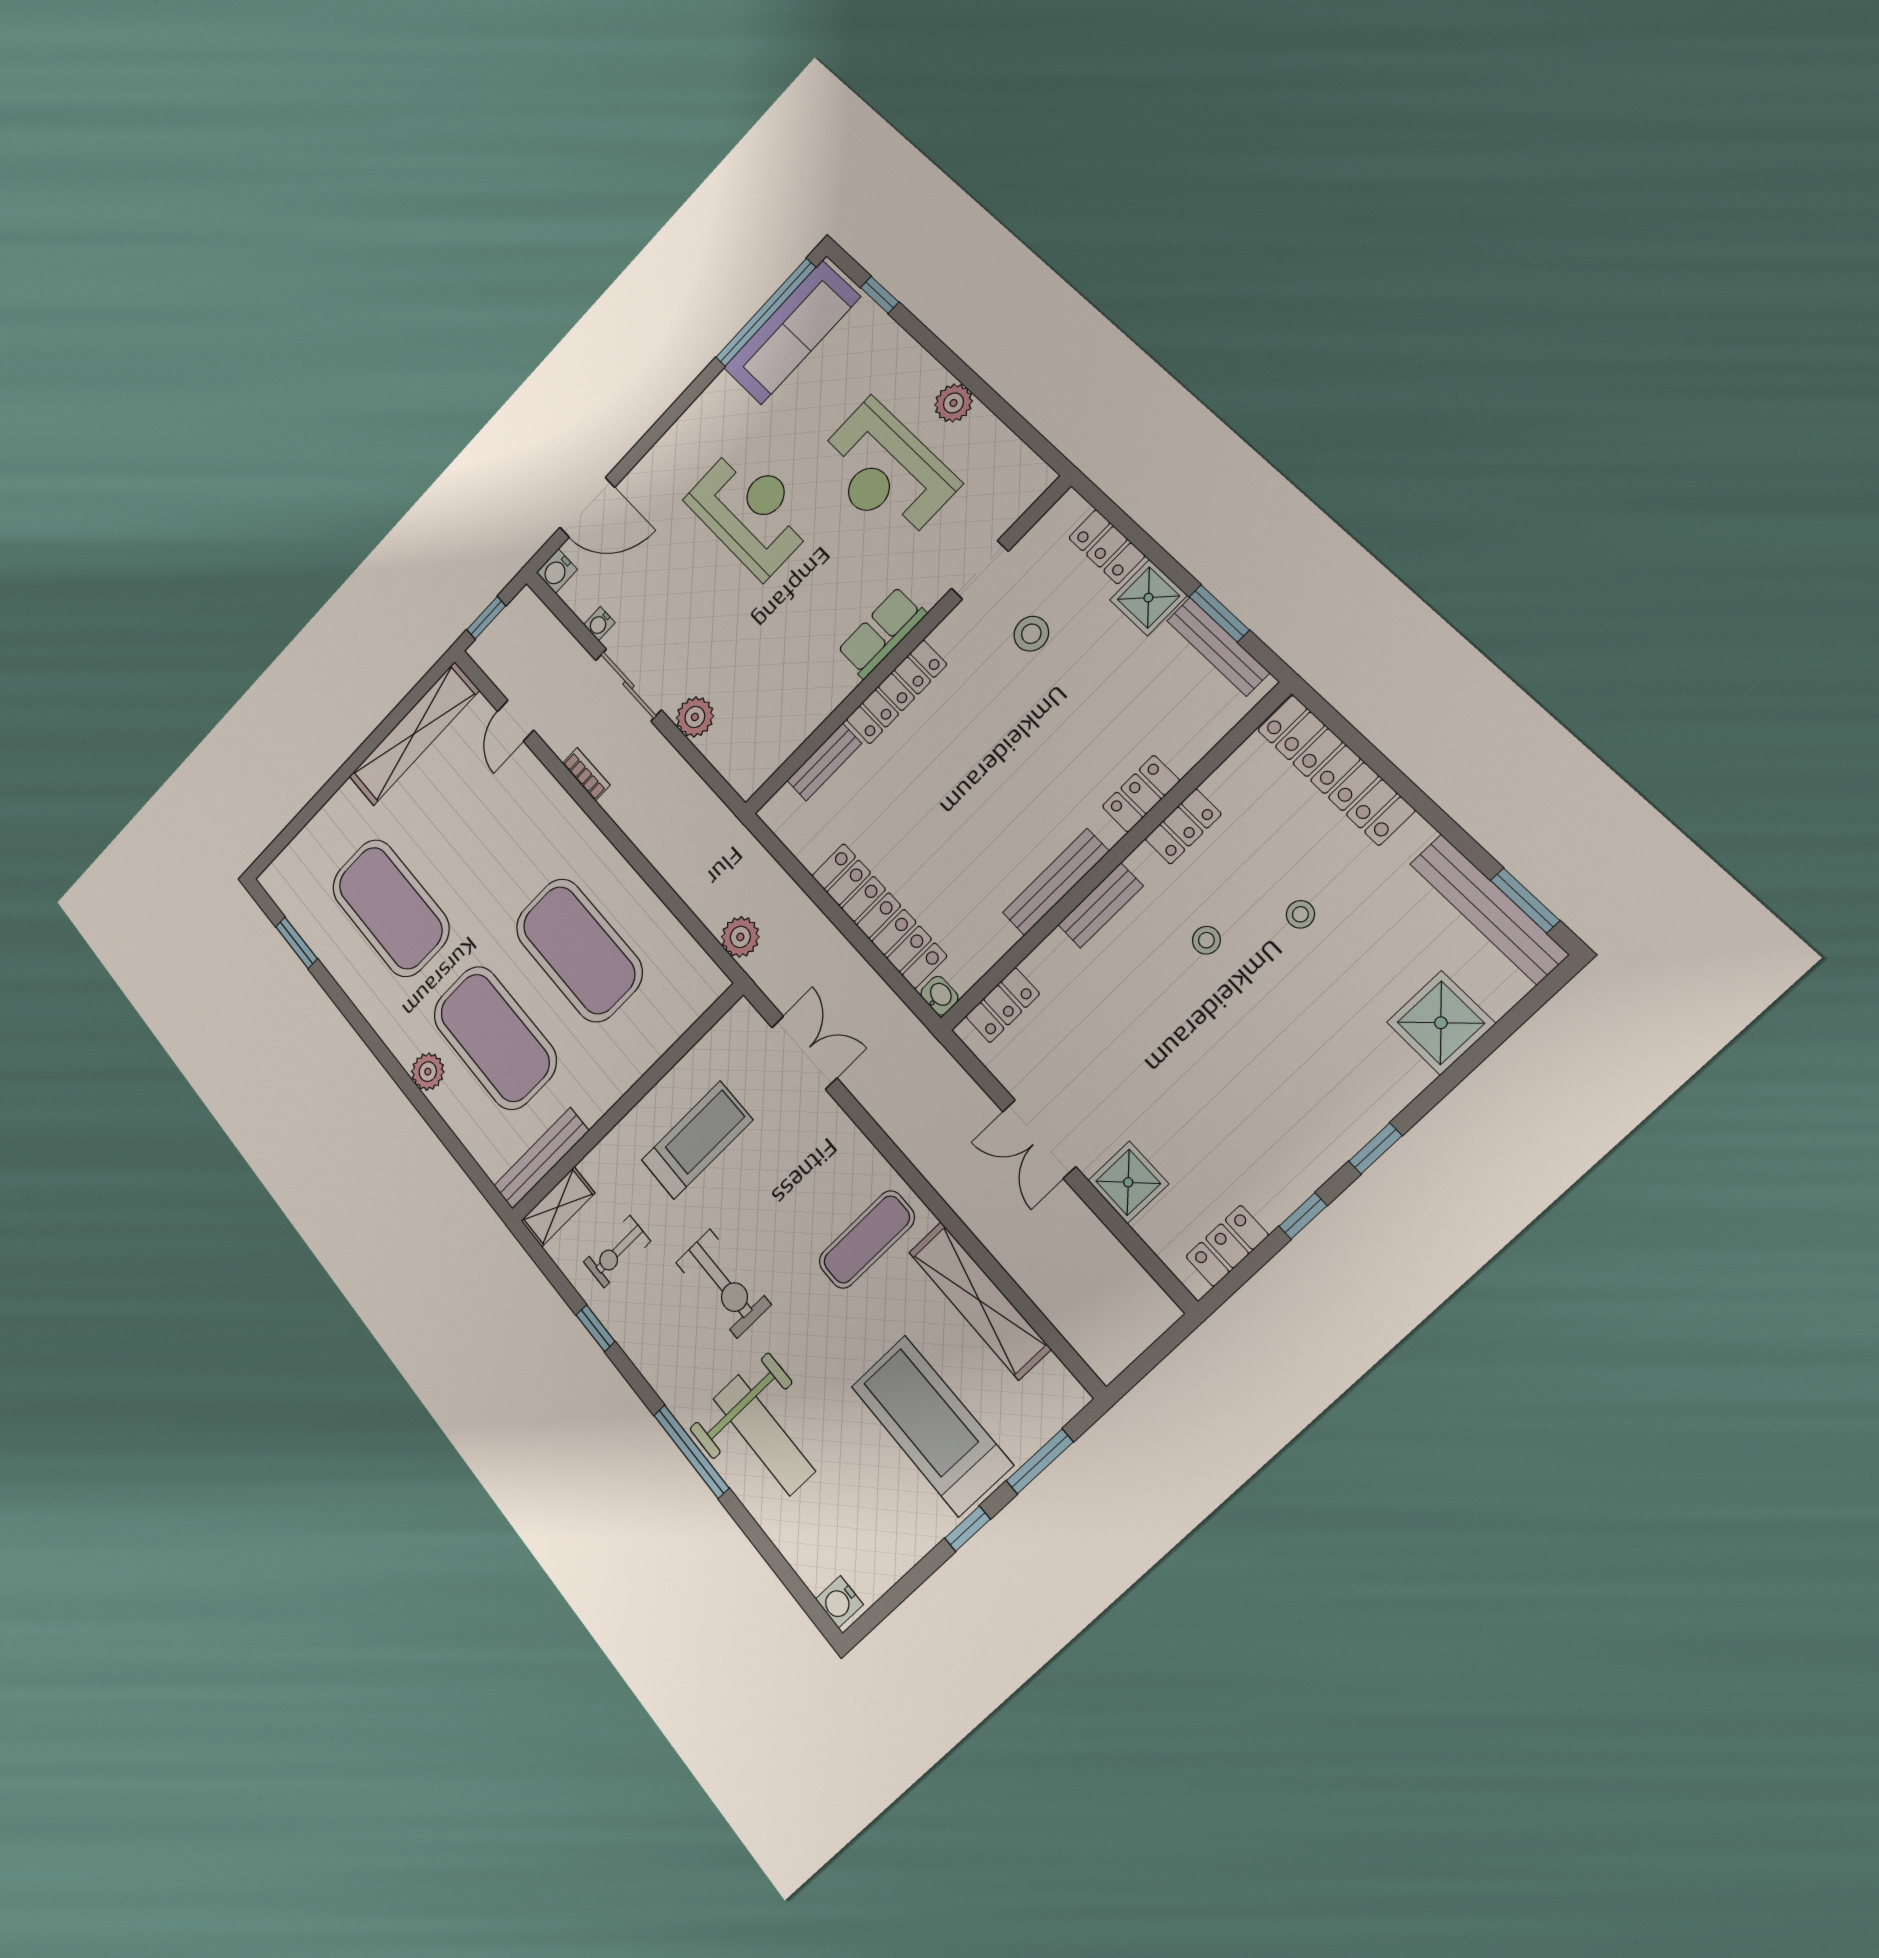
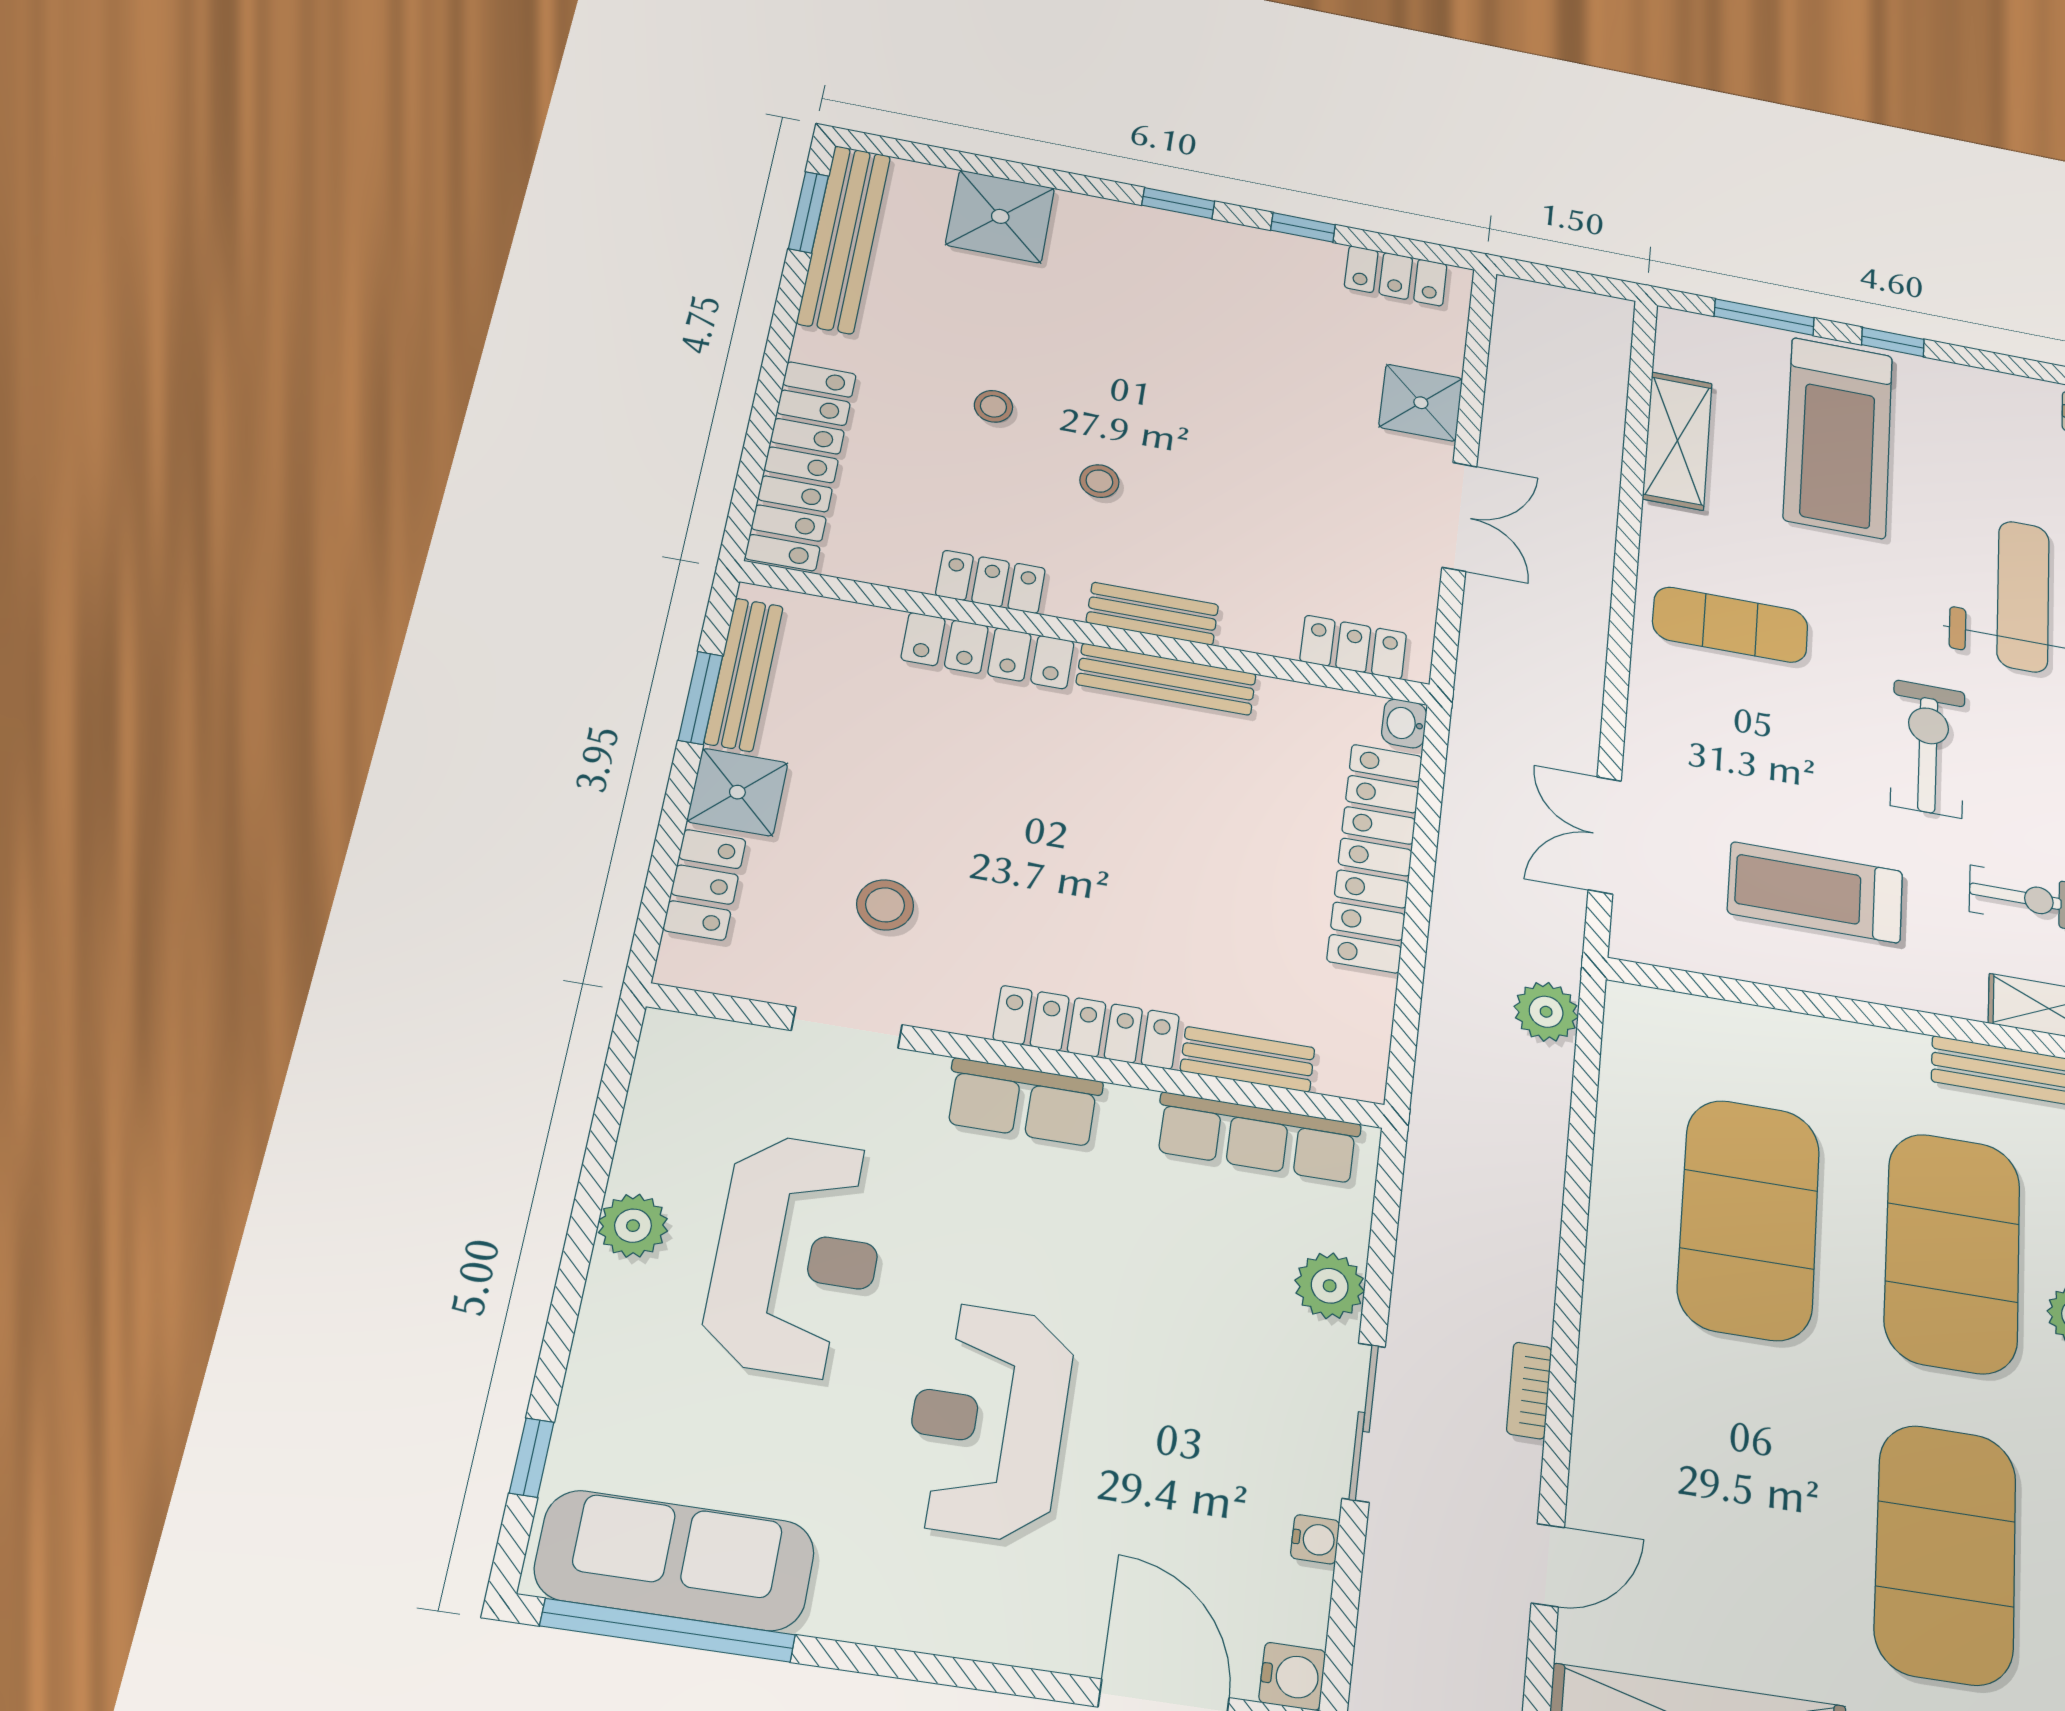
row of seats: (784, 737) -> (1258, 1138), added
locker: (1141, 794) -> (988, 651), width x1.53
shelving: (979, 1300) -> (1677, 441), width x0.68

